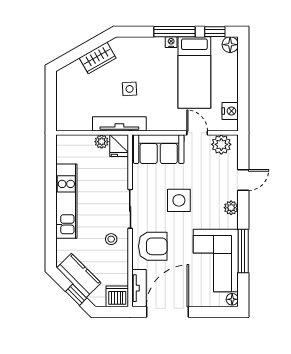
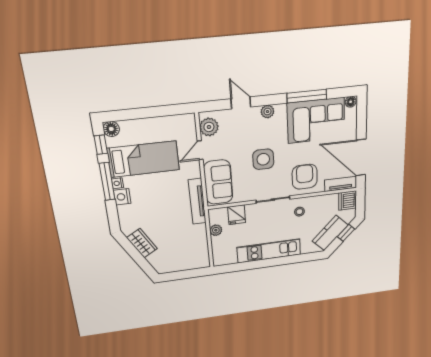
side table: (130, 89) -> (166, 213), removed
nightstand: (230, 111) -> (122, 197), moved, turned -90
tv unit: (119, 124) -> (197, 201), moved
fridge: (119, 146) -> (237, 215), moved, turned 90

